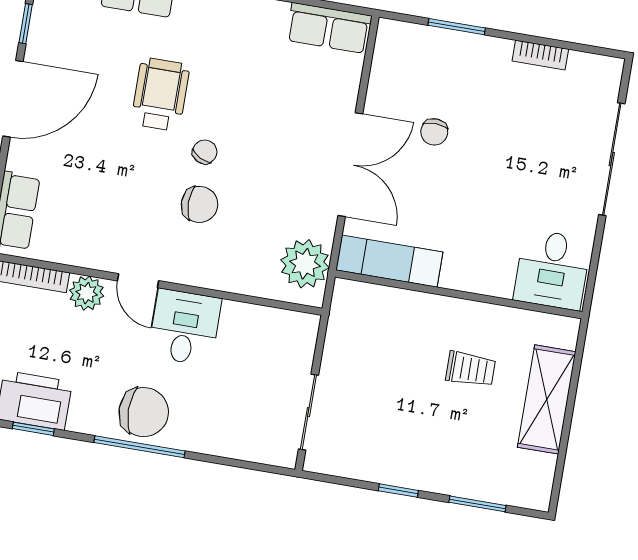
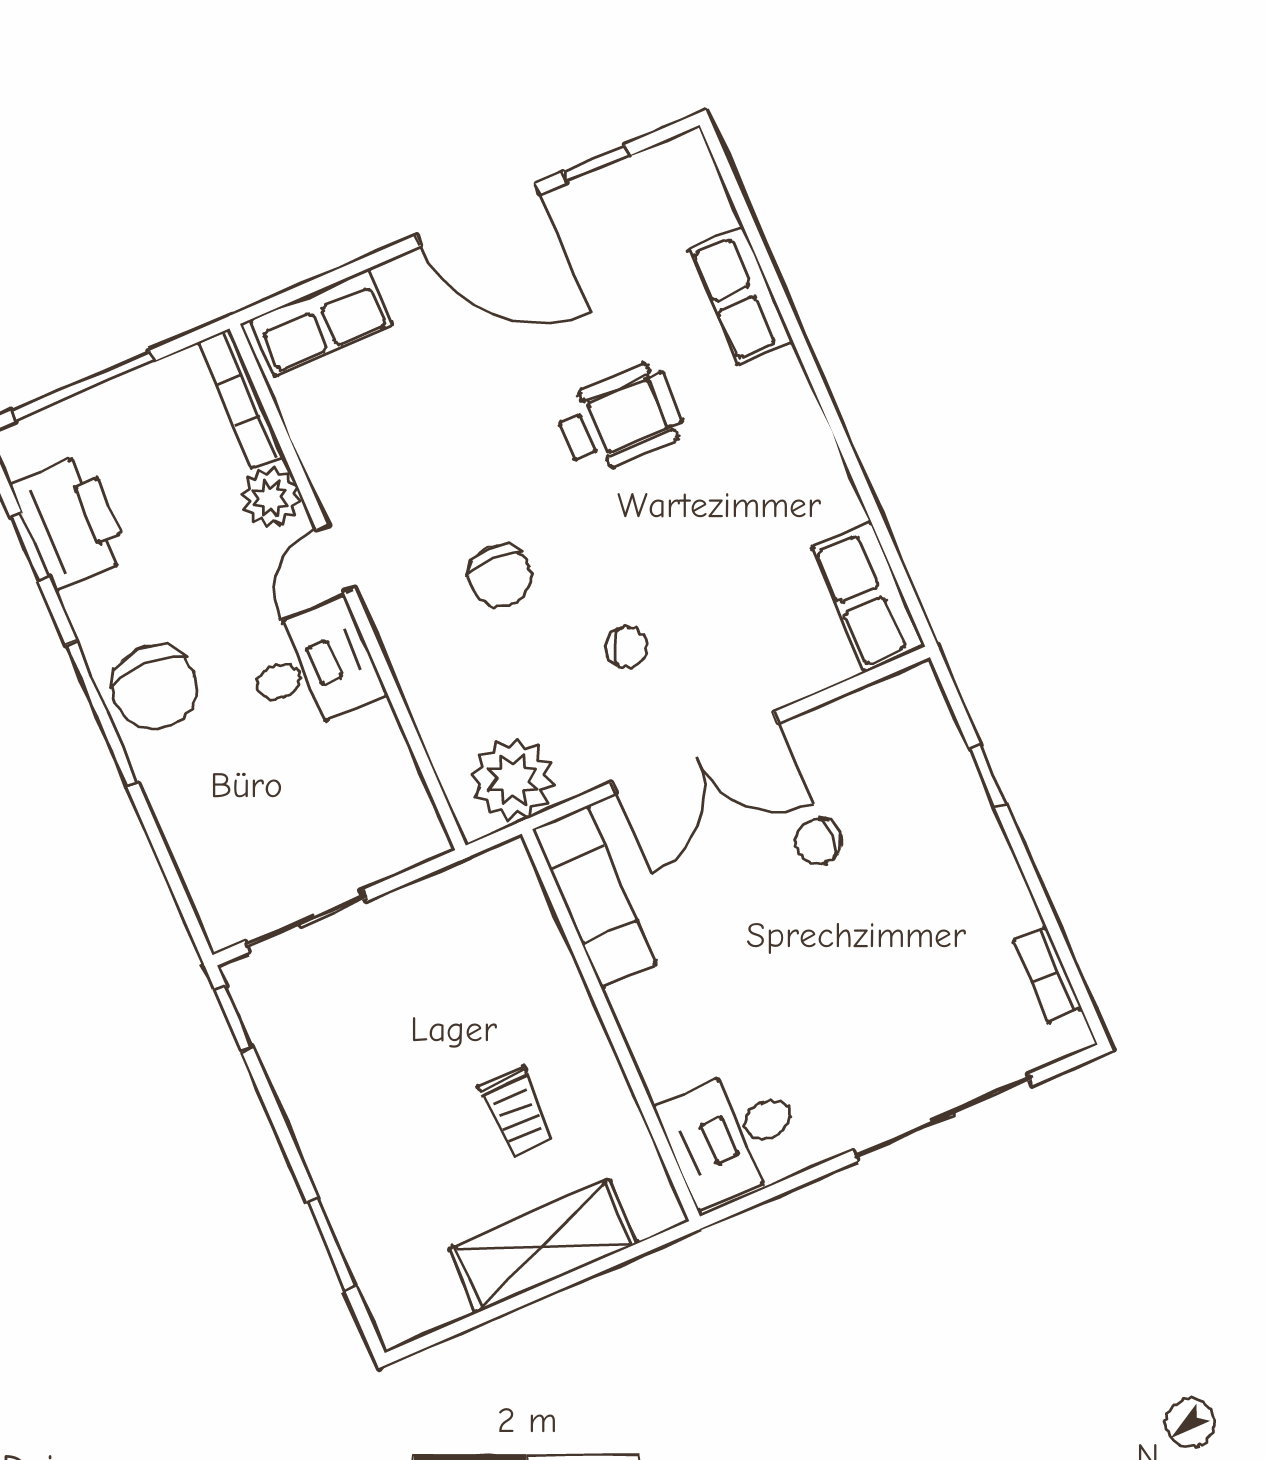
window: (457, 27) -> (988, 776), width x0.67
bookcase: (540, 55) -> (1048, 975), moved
chair: (205, 152) -> (627, 647), moved
window: (398, 491) -> (234, 1019), moved

